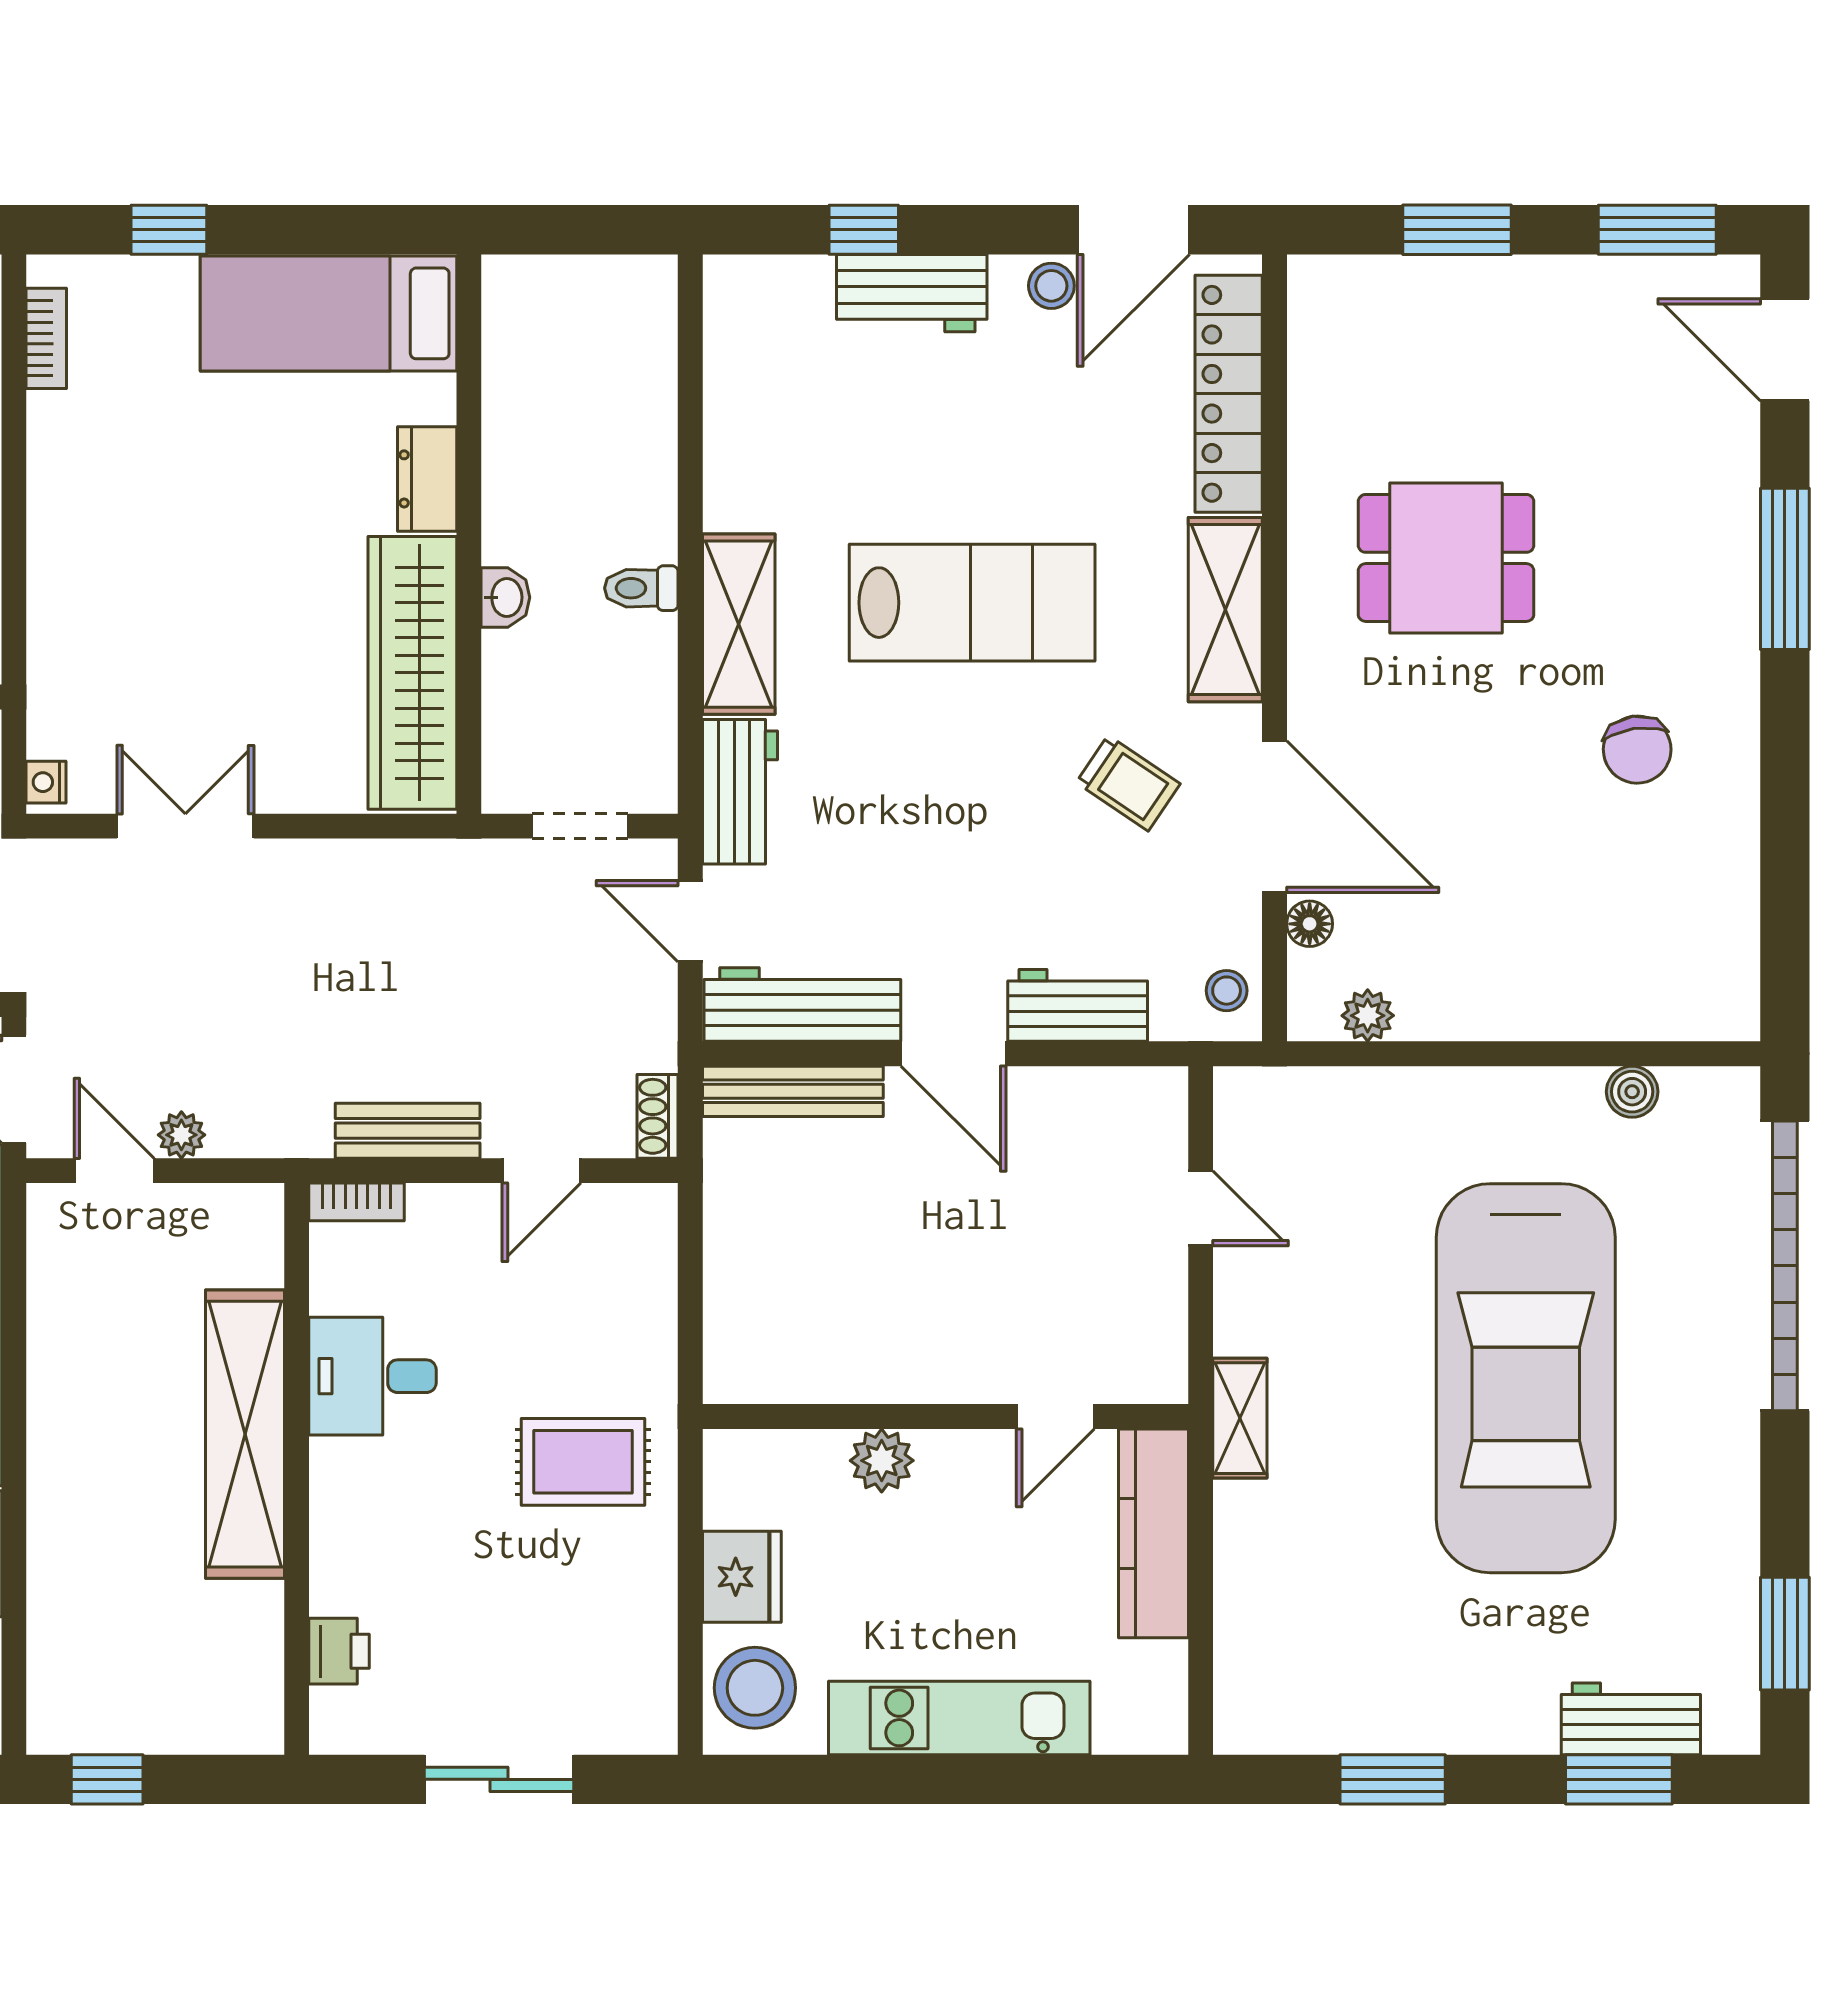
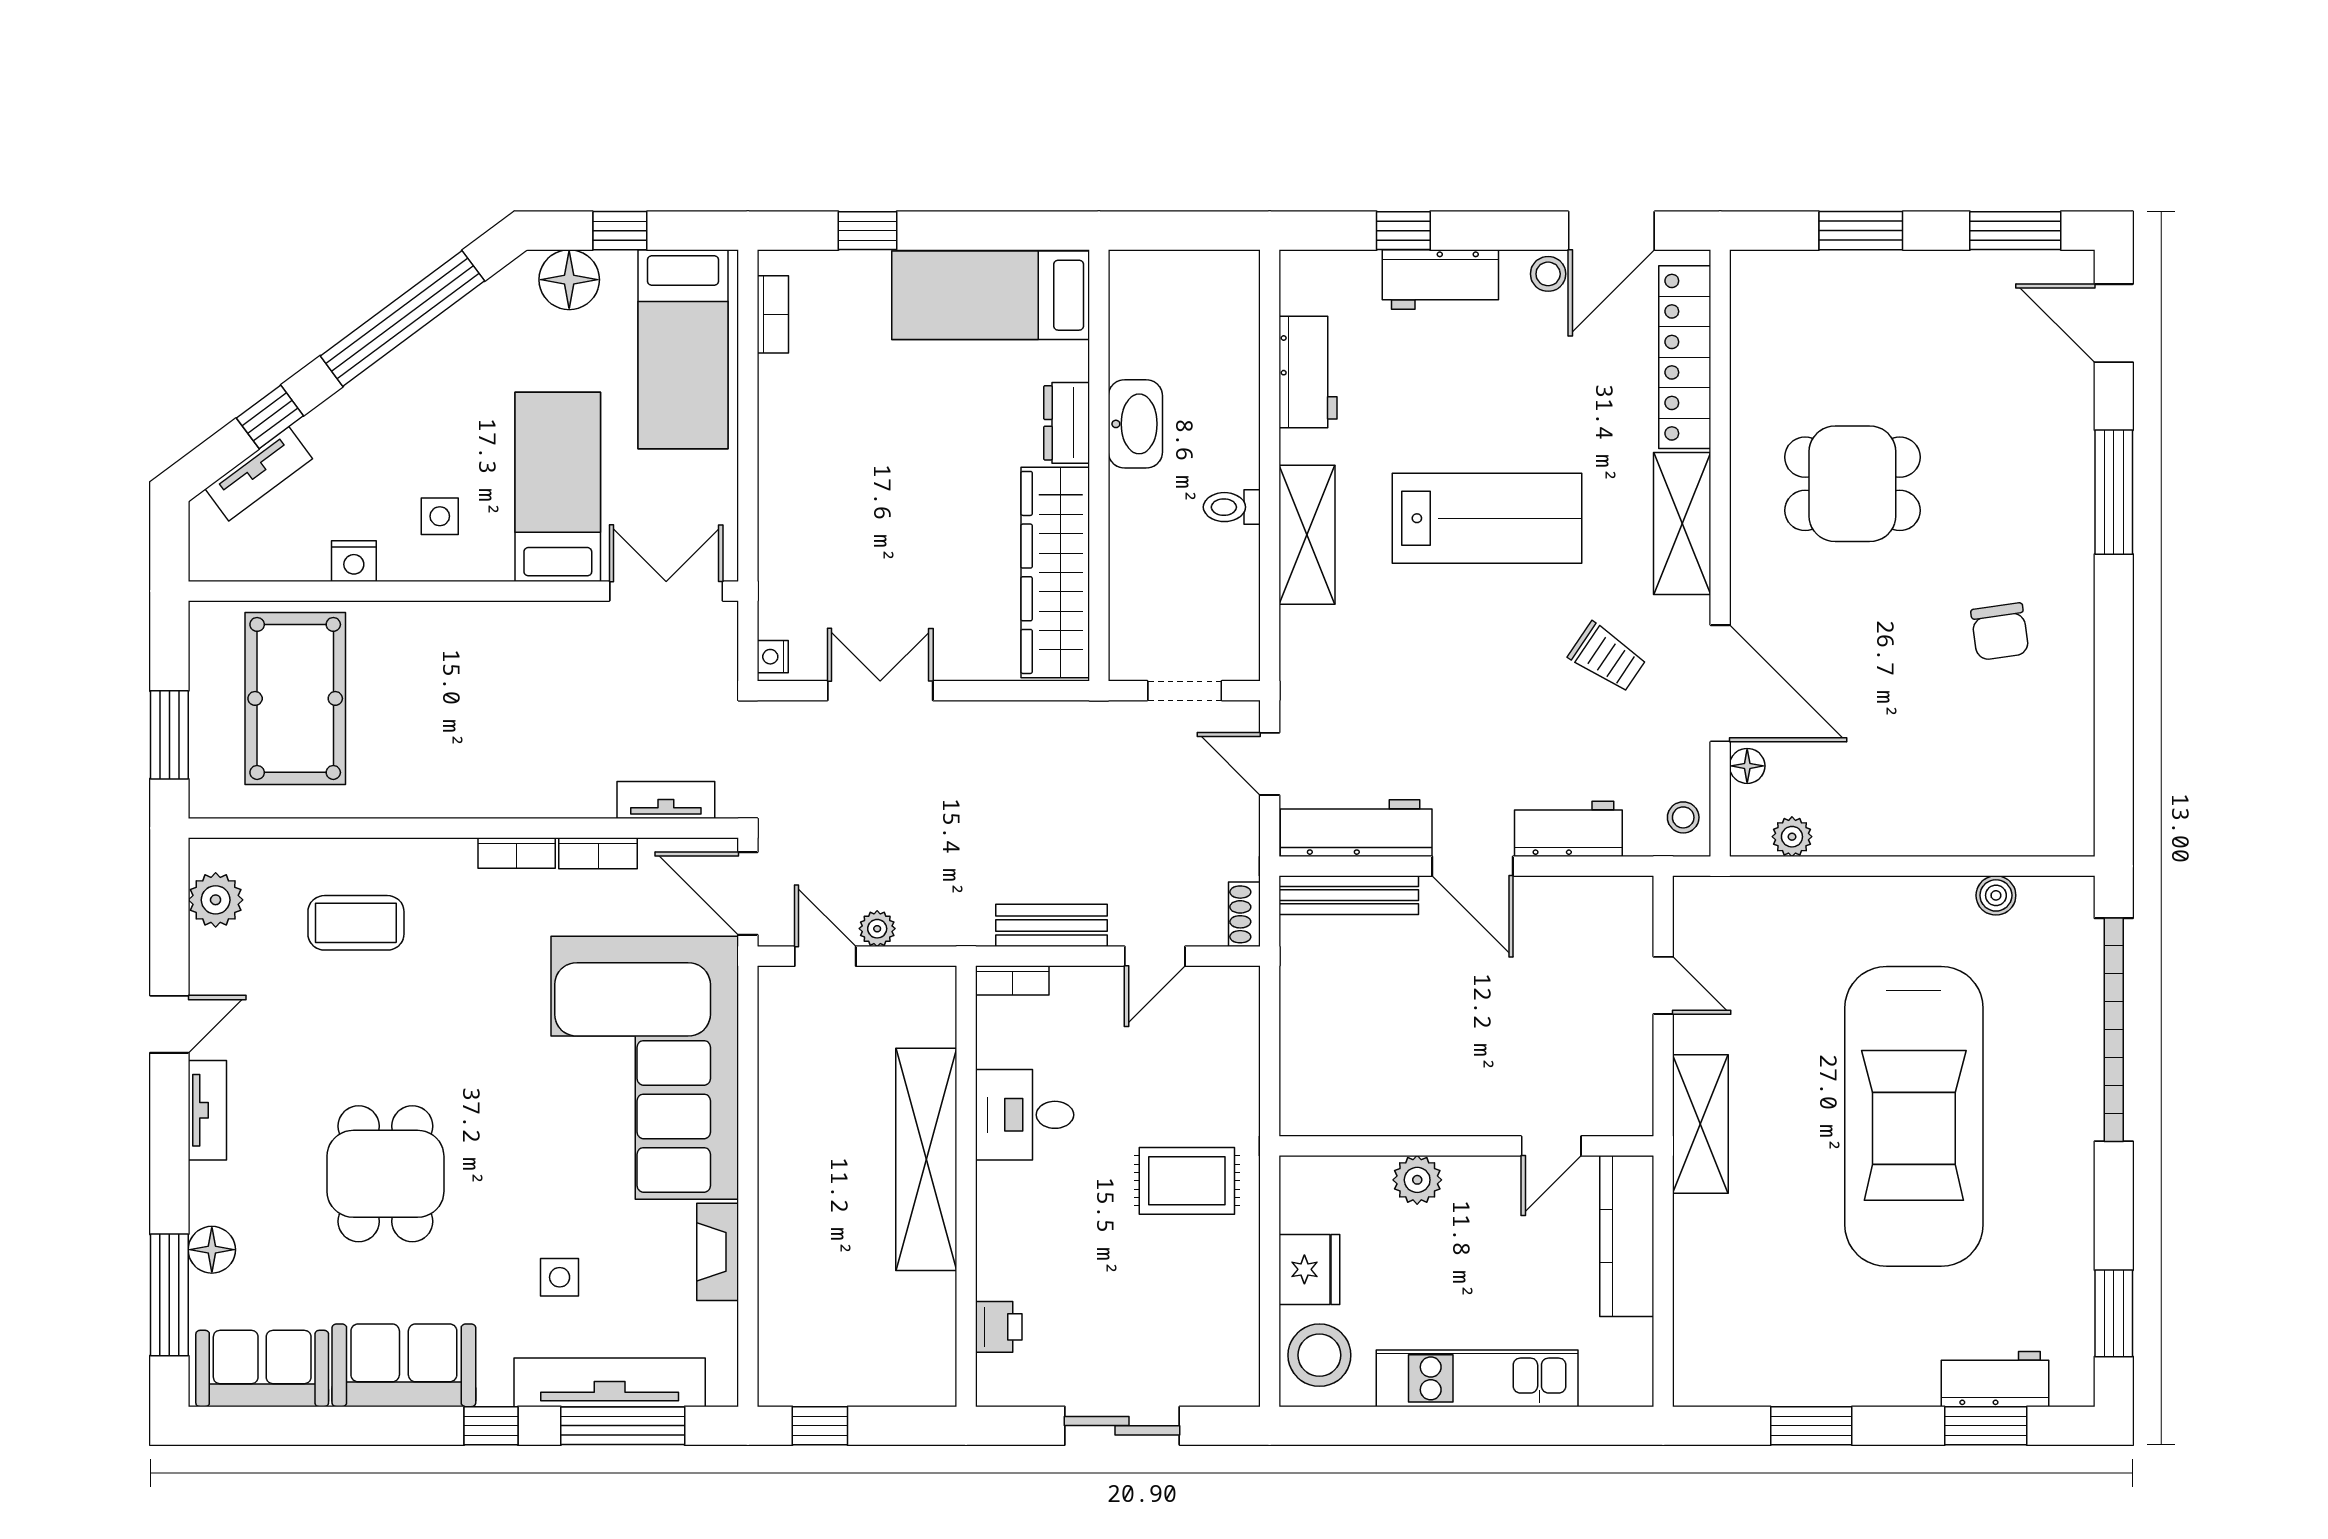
washbasin: (505, 597) -> (1135, 424), moved, width x1.91, depth x1.45
workbench: (740, 792) -> (1308, 372), moved
shelving: (1240, 1418) -> (1700, 1124), width x1.50, depth x1.33

